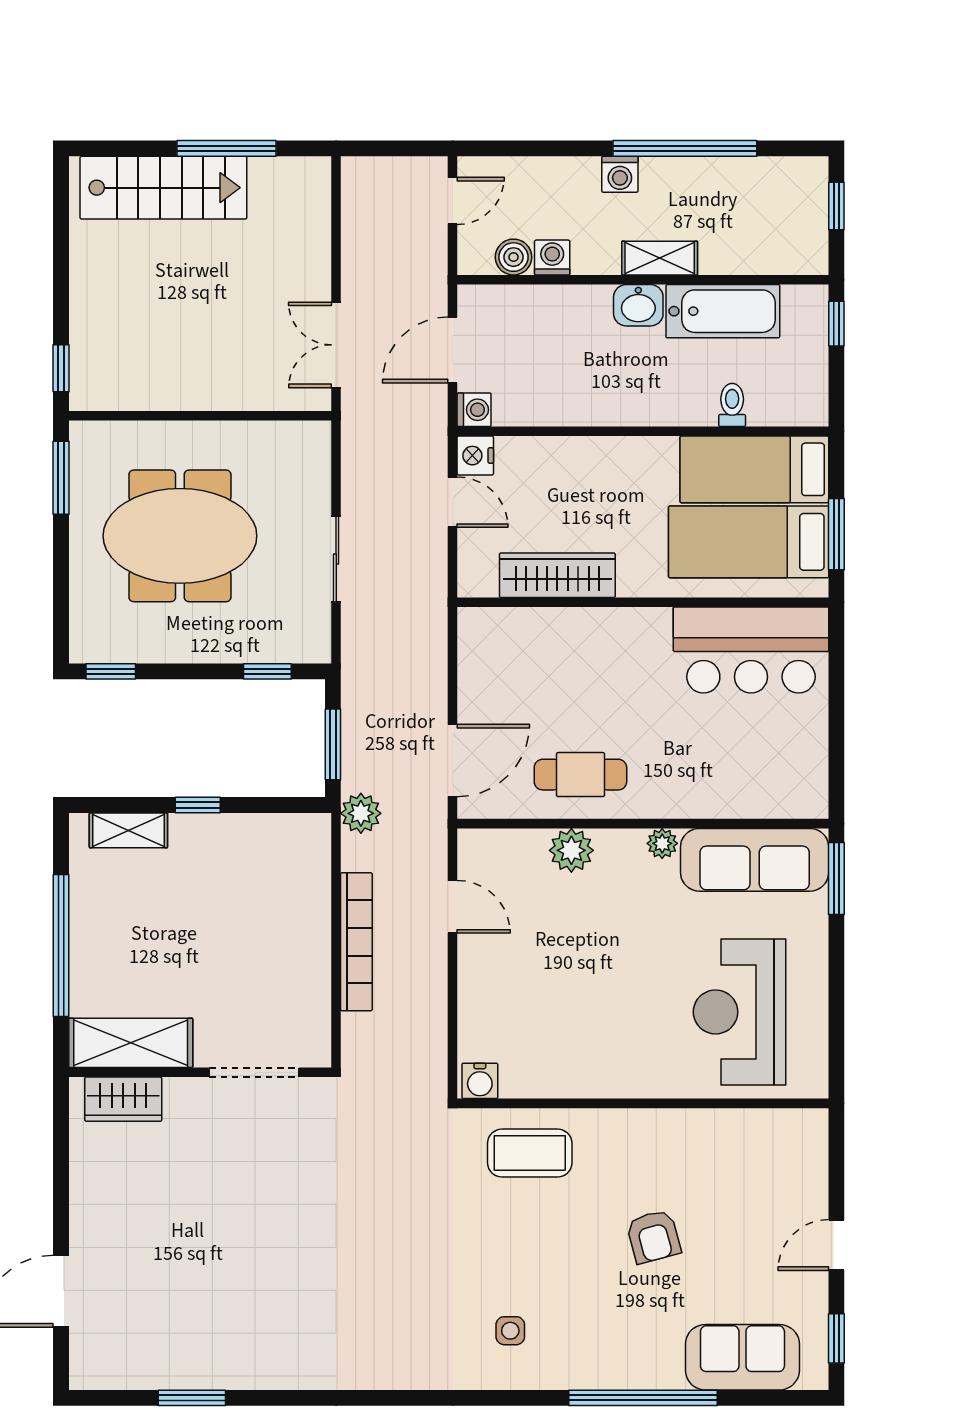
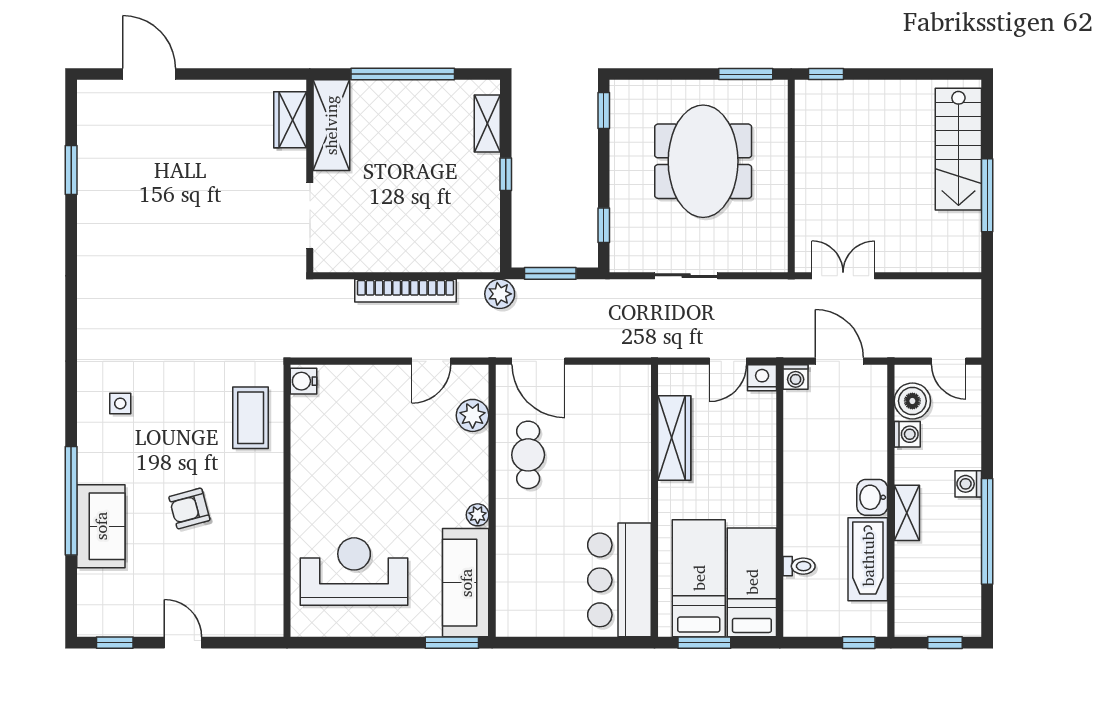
boiler: (513, 257) -> (912, 401), width x1.36, depth x1.36
plant: (571, 850) -> (473, 415), moved
sofa: (742, 1357) -> (101, 526), moved

